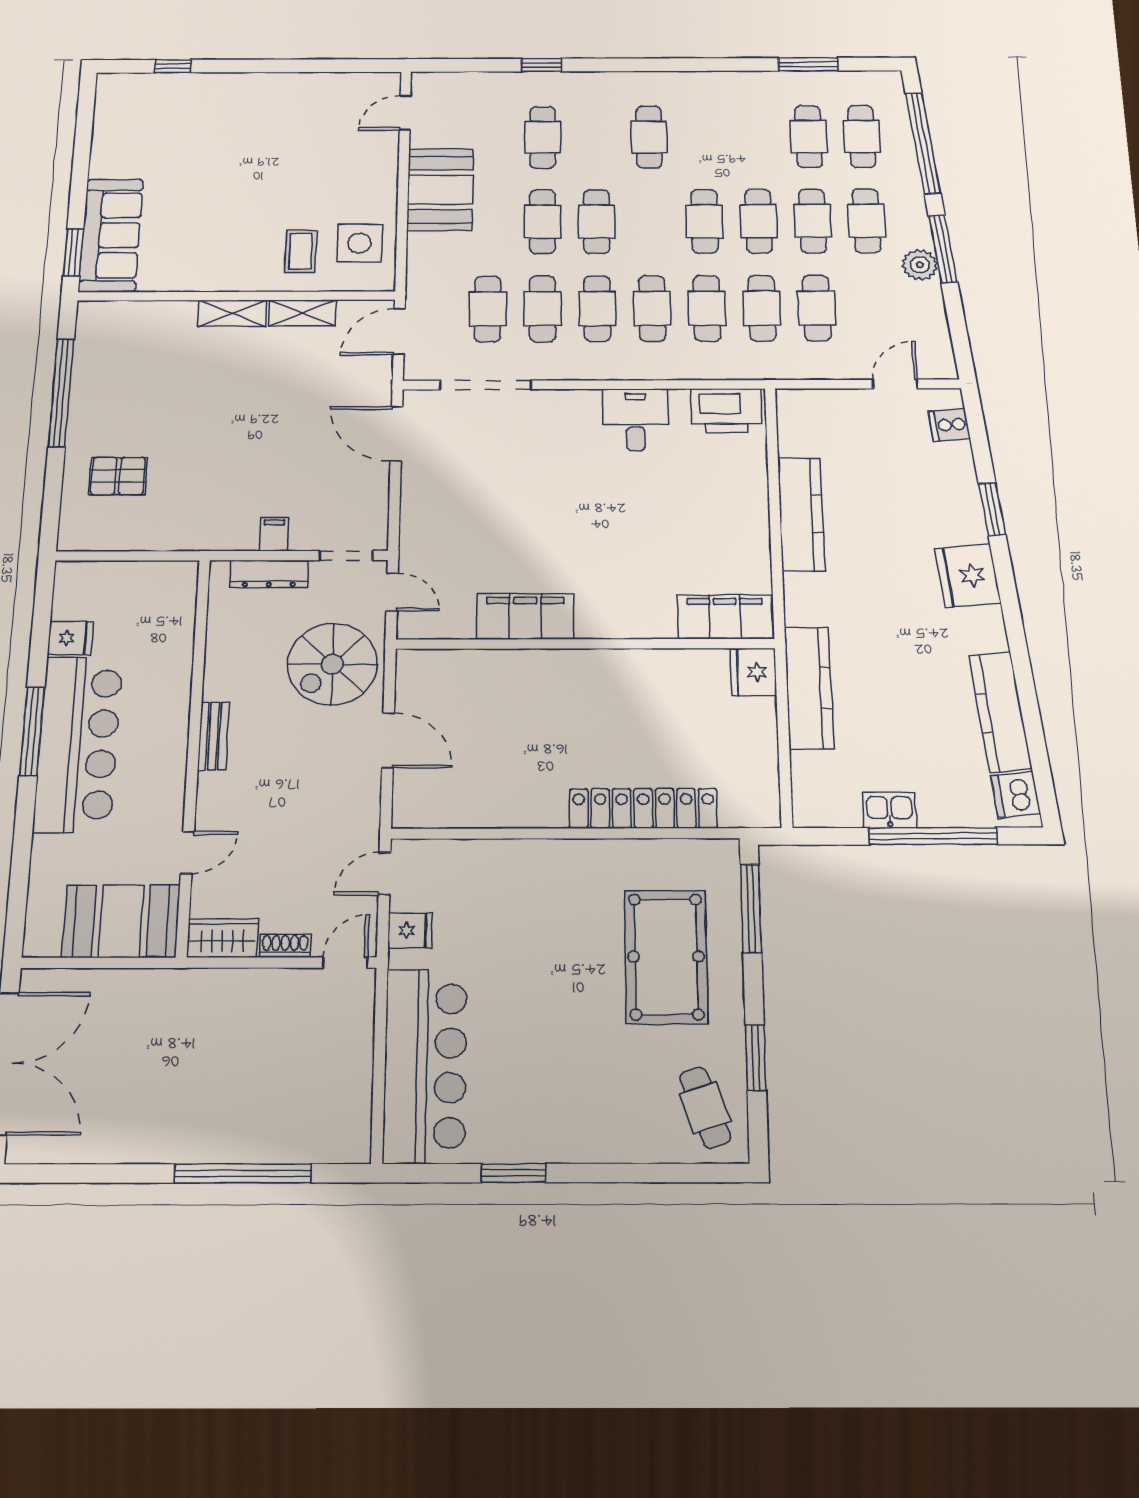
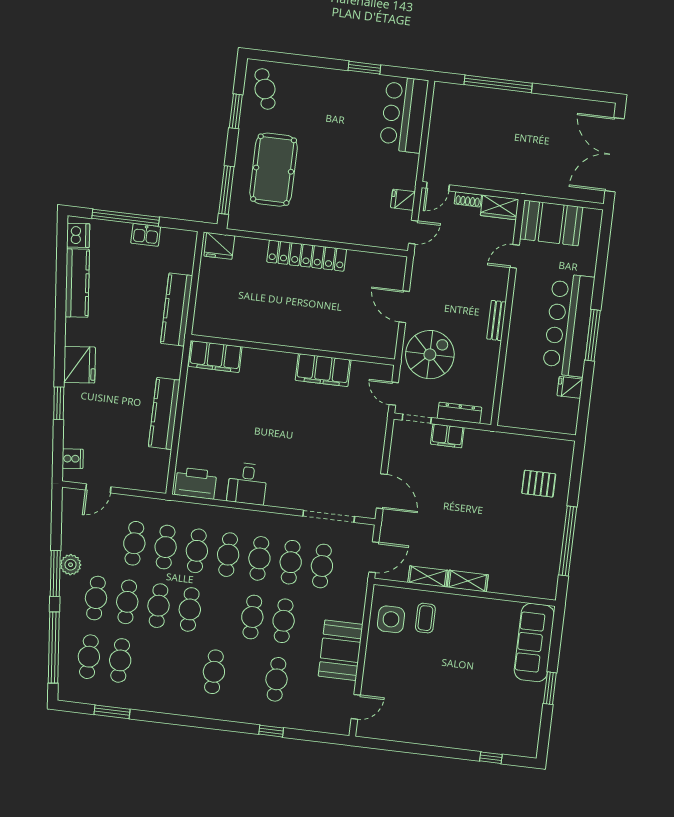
window: (73, 252) -> (550, 688), moved
filing cabinet: (274, 534) -> (447, 436), width x2.00
fridge: (753, 672) -> (219, 246), moved, turned 90
locker: (643, 808) -> (307, 256), moved
bar counter: (425, 1065) -> (404, 114), width x0.73

